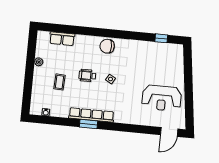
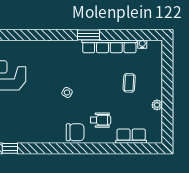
wheelchair: (87, 75) -> (101, 120), moved
row of seats: (91, 115) -> (109, 46), moved

